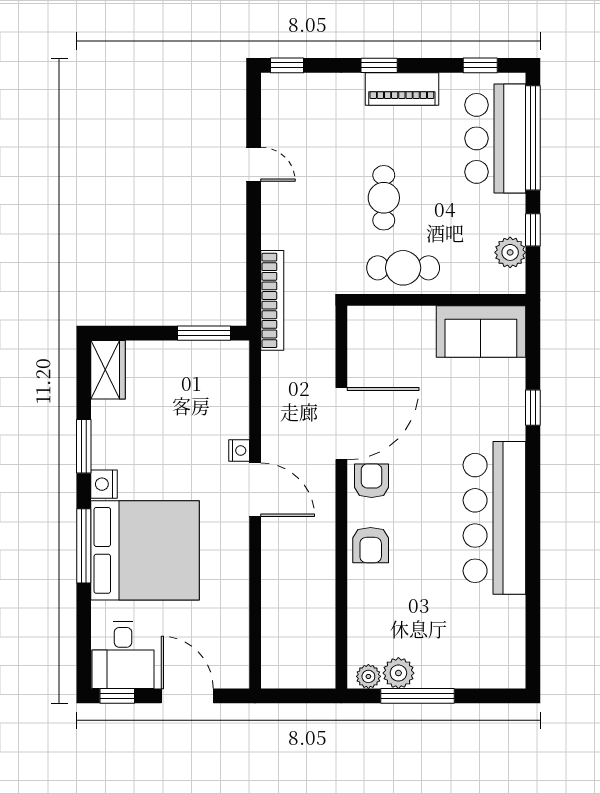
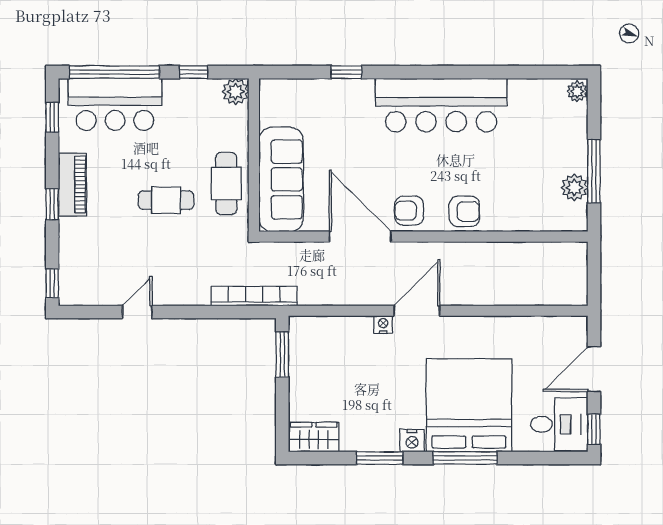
plant: (510, 252) -> (236, 92), moved
sofa: (481, 332) -> (281, 179), moved, width x1.36
plant: (368, 676) -> (577, 91), moved

